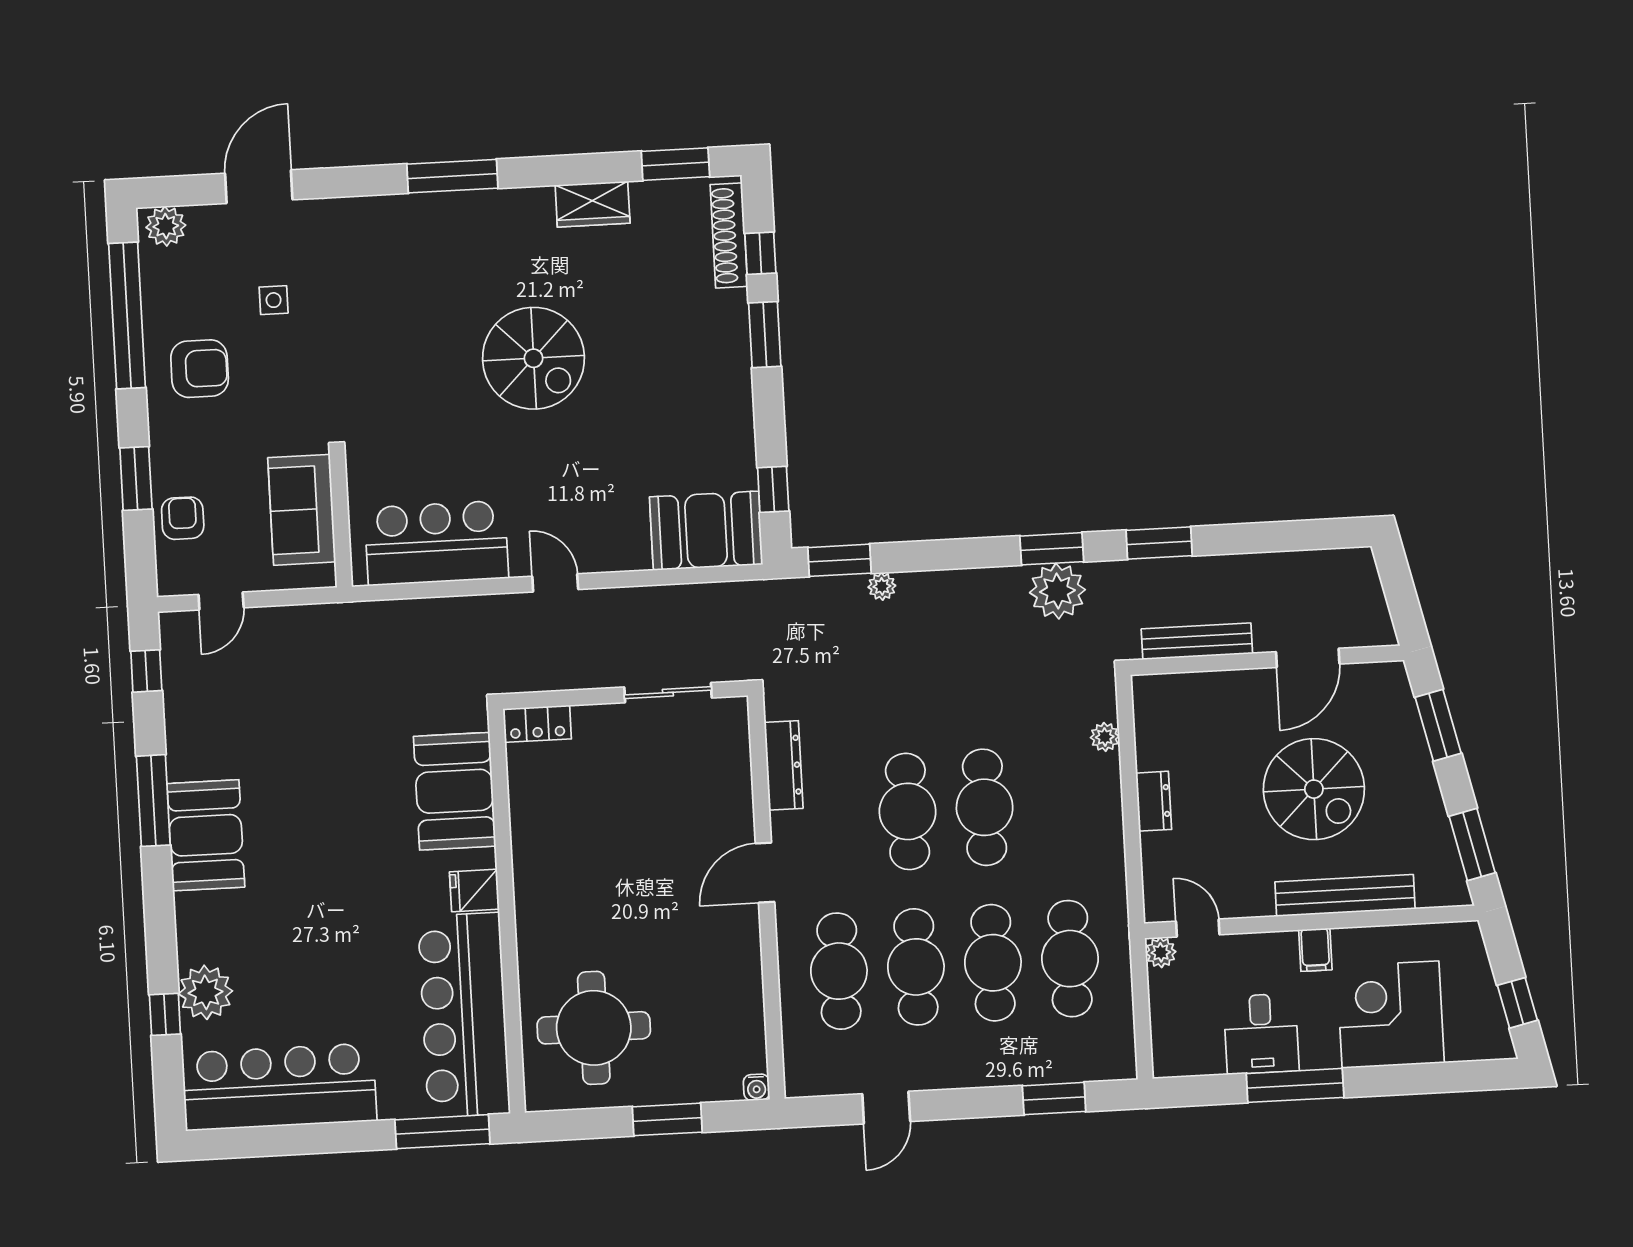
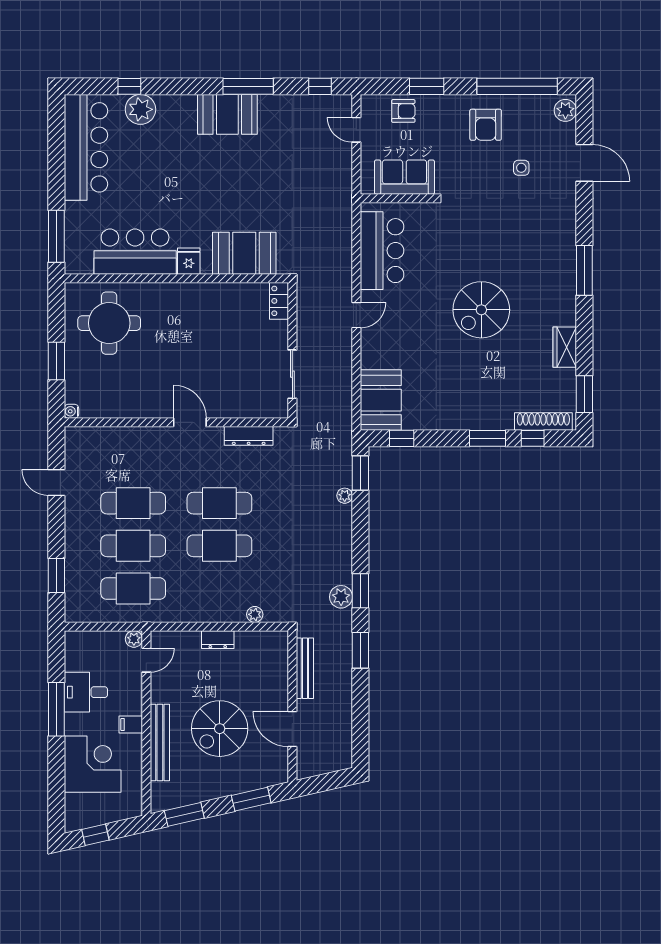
plant: (1057, 591) -> (341, 597), width x0.73, depth x0.73
cafe table: (839, 971) -> (133, 460), removed
bar counter: (464, 1015) -> (135, 252), width x0.73

